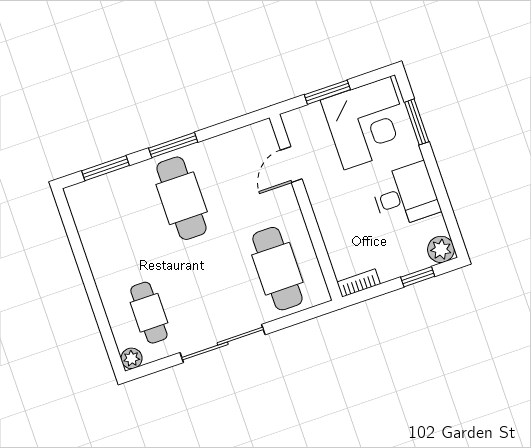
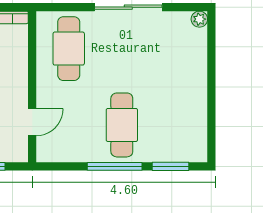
window: (173, 145) -> (115, 166), width x1.44
cafe table: (149, 313) -> (175, 49), removed

